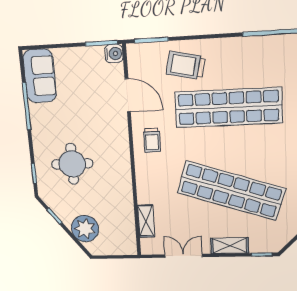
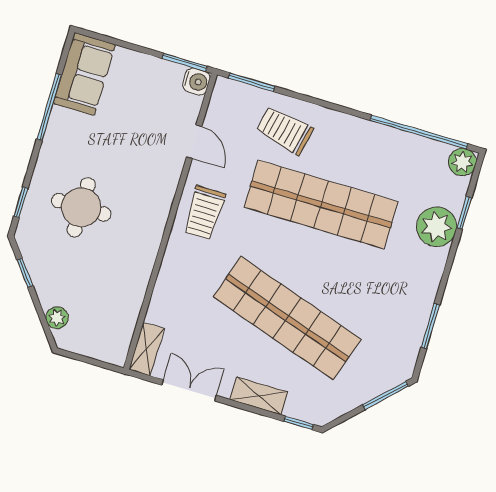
door: (128, 95) -> (194, 142), width x0.73
trolley: (152, 140) -> (204, 213), width x1.36, depth x1.39
shelving: (146, 221) -> (147, 349), moved
plant: (85, 229) -> (57, 318), width x0.53, depth x0.53

